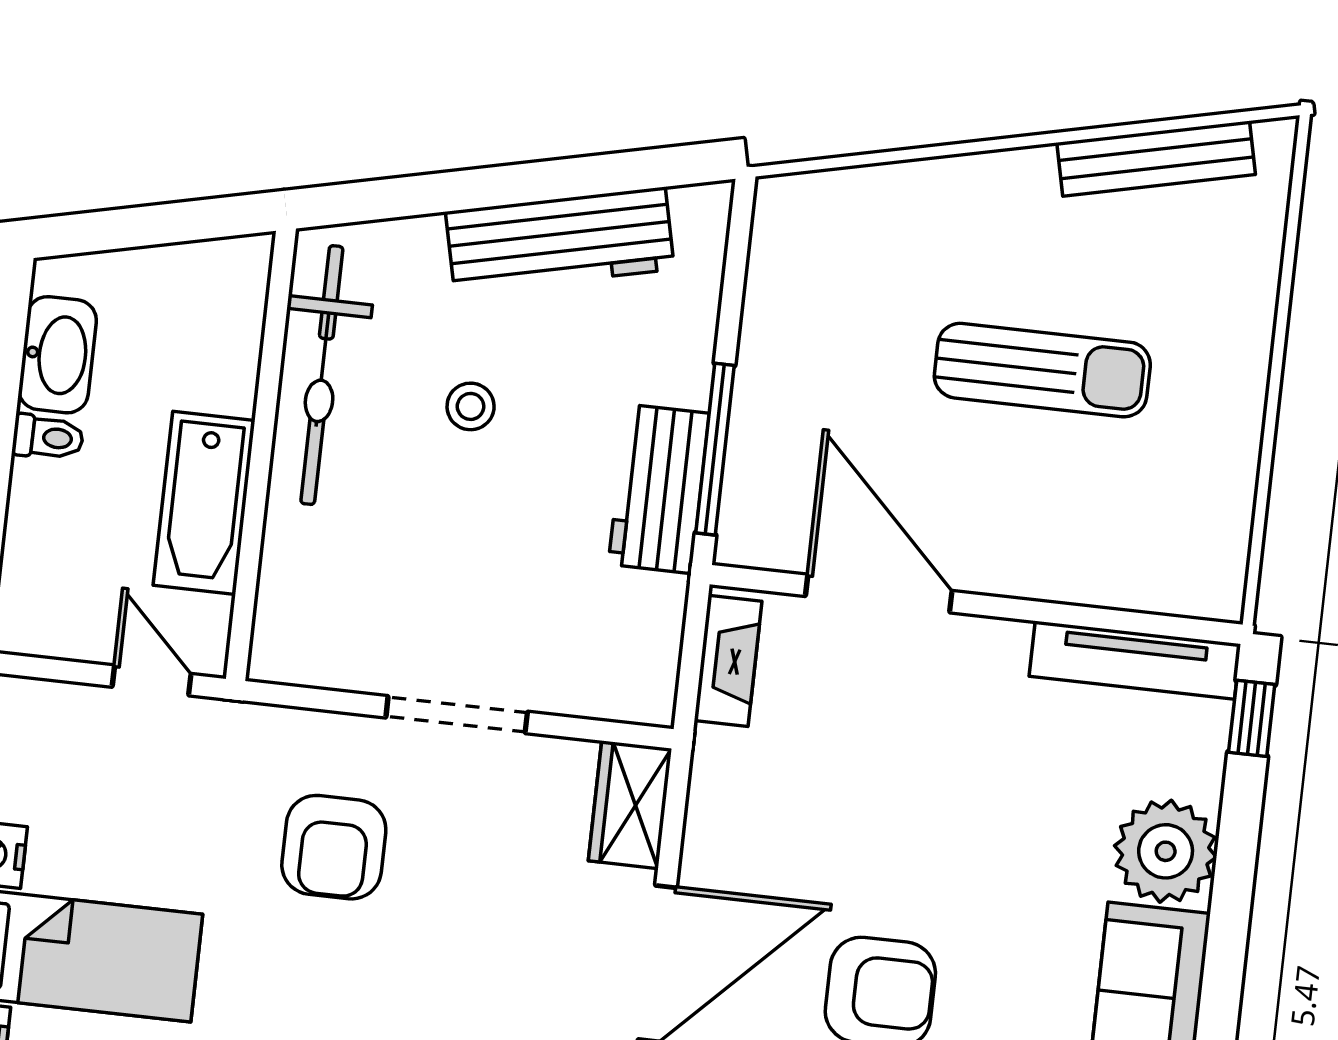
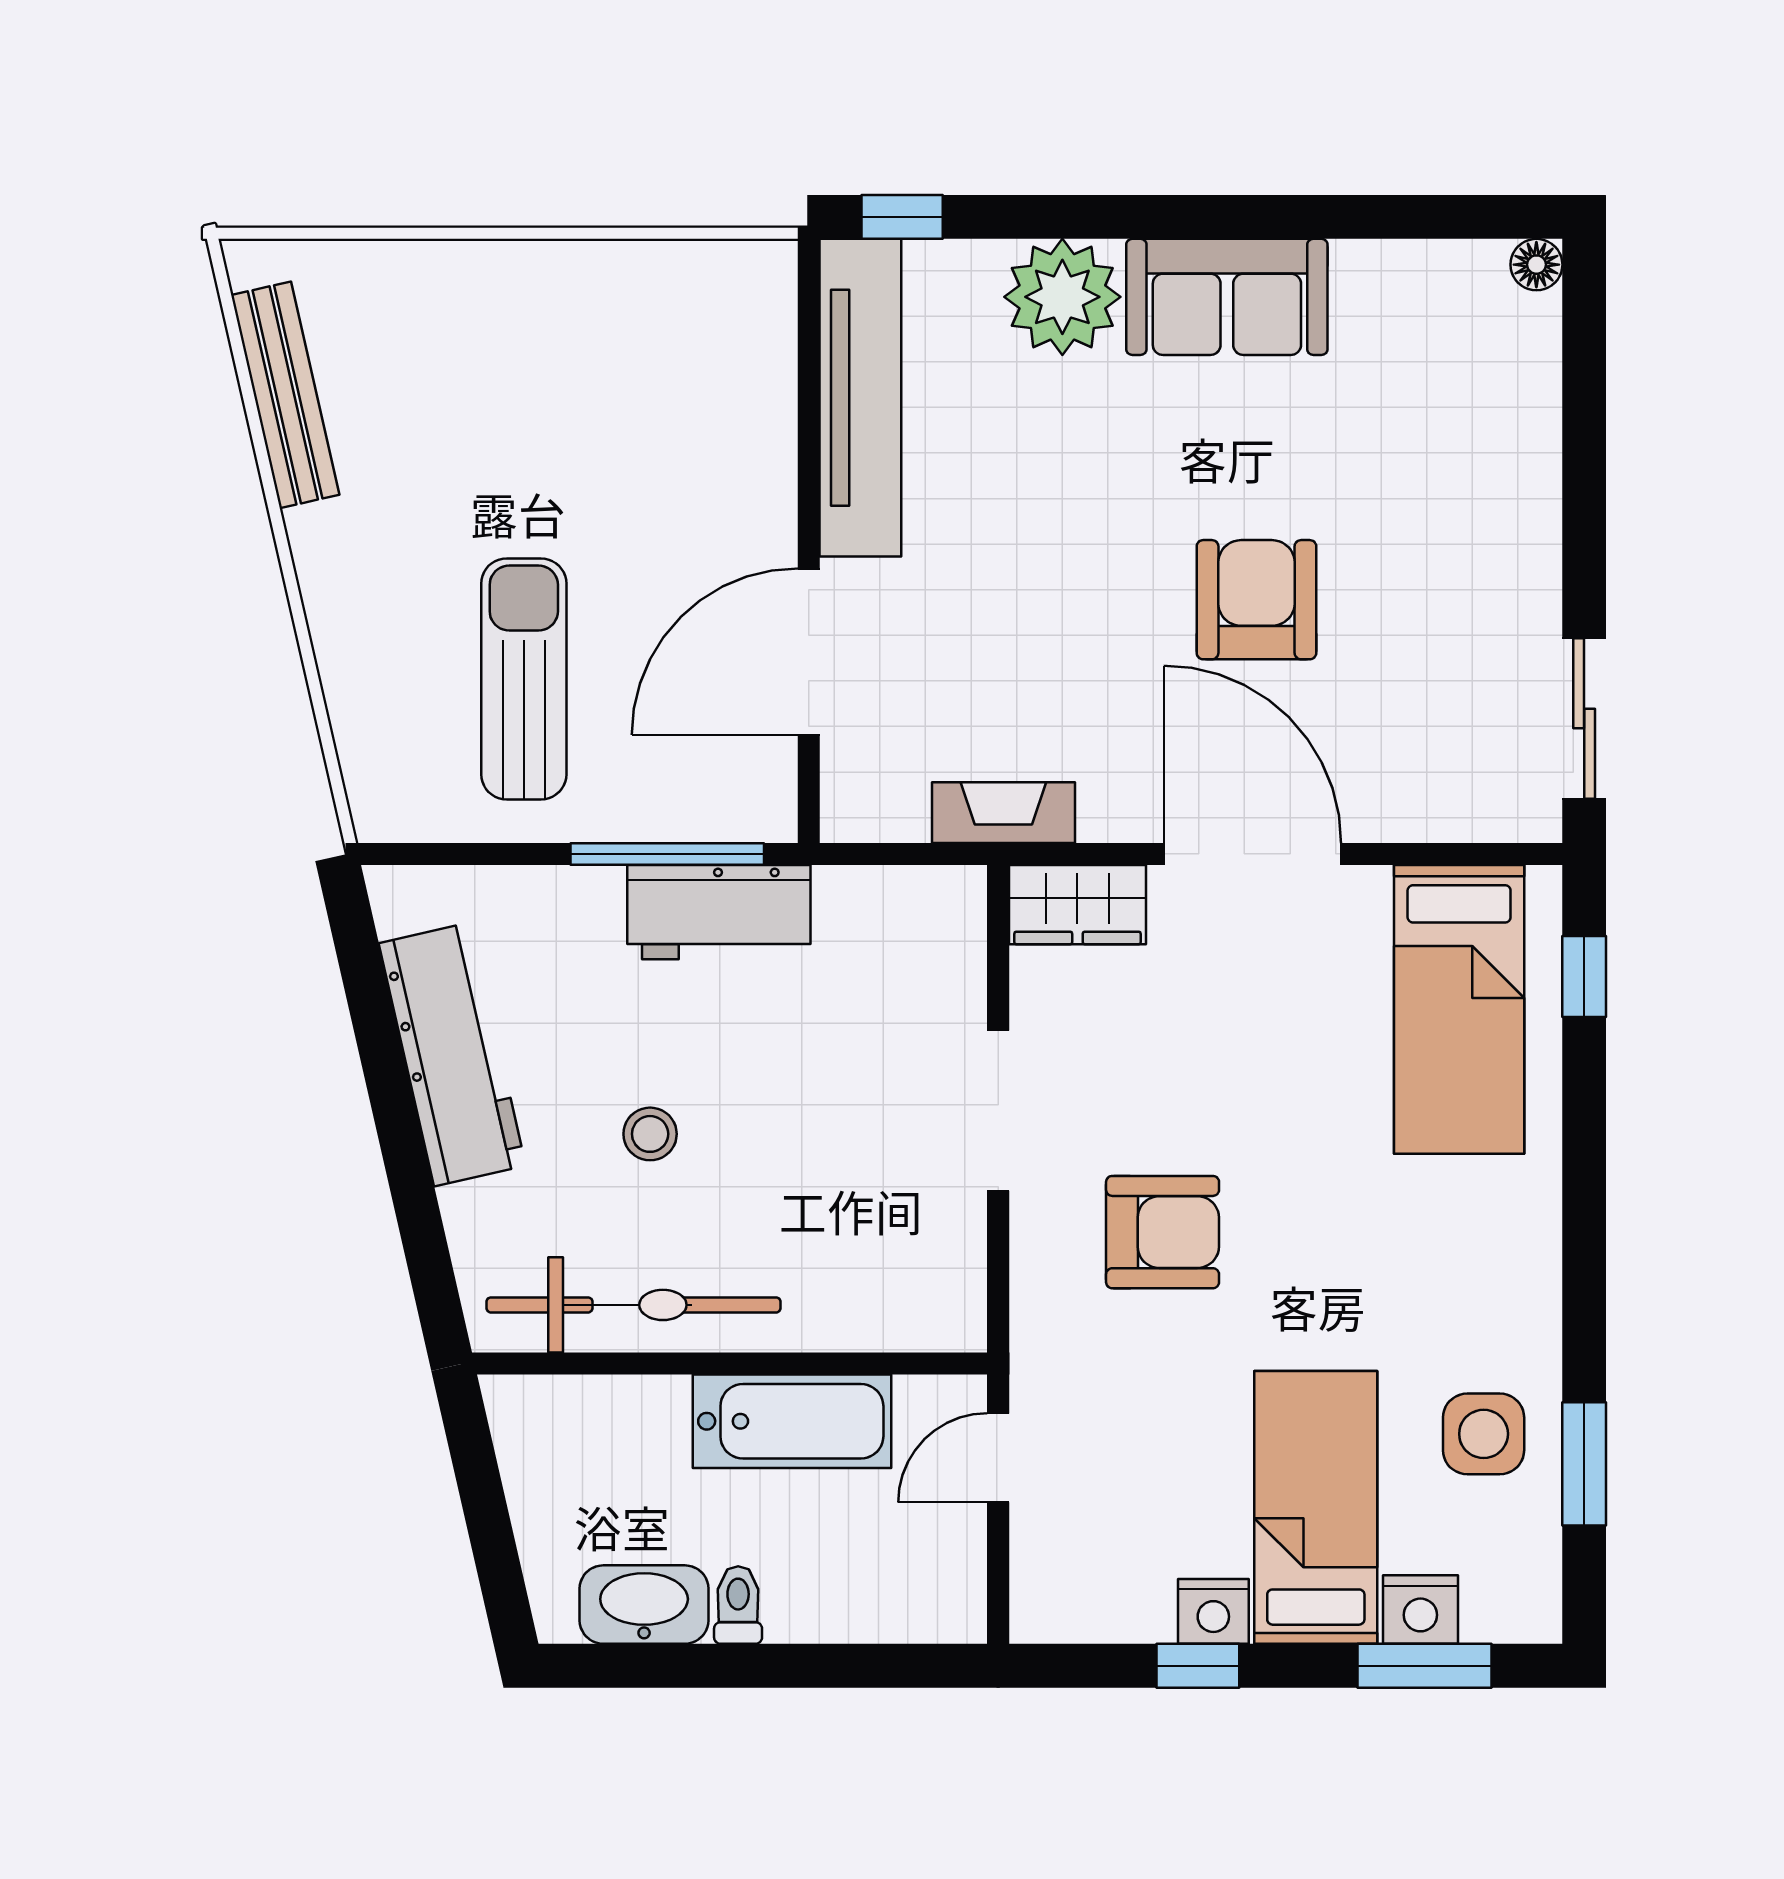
sun lounger: (1042, 370) -> (524, 679), moved
tv unit: (1135, 660) -> (860, 398), width x1.36, depth x1.29
fireplace: (728, 661) -> (1003, 813), moved

